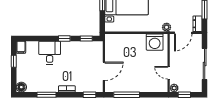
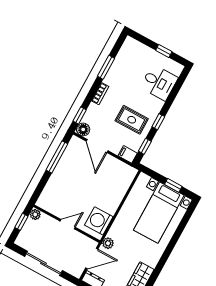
door: (183, 33) -> (92, 259), swing flipped
filing cabinet: (21, 47) -> (128, 154), moved
desk: (50, 53) -> (159, 83), moved
rug: (73, 57) -> (132, 120), added
door: (169, 73) -> (68, 224), moved
floor lamp: (21, 87) -> (83, 129), moved

